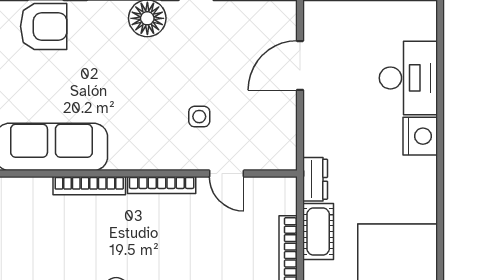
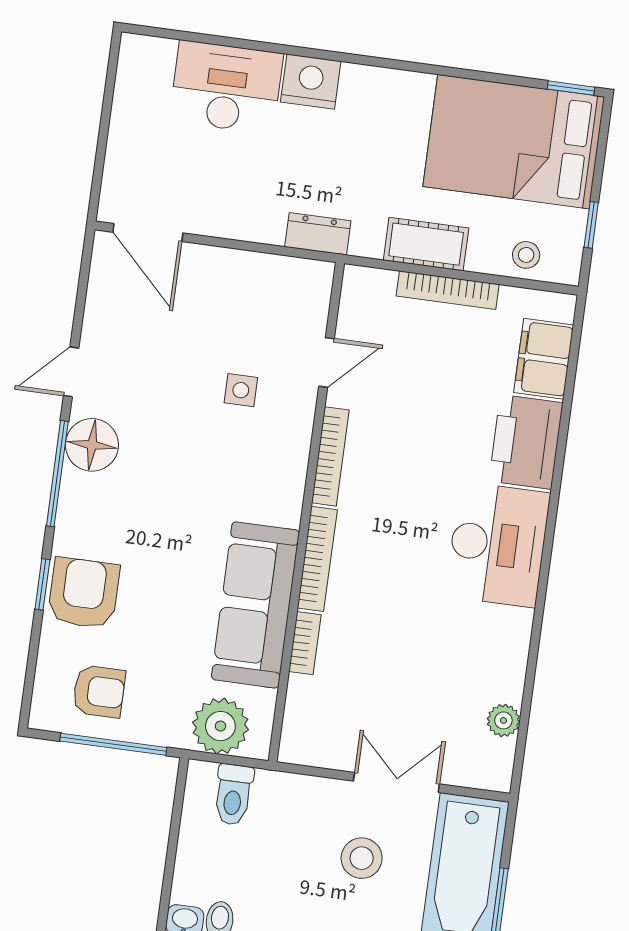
door: (300, 65) -> (148, 233), moved
dresser: (315, 179) -> (318, 234), moved
bookcase: (30, 185) -> (305, 643), added

